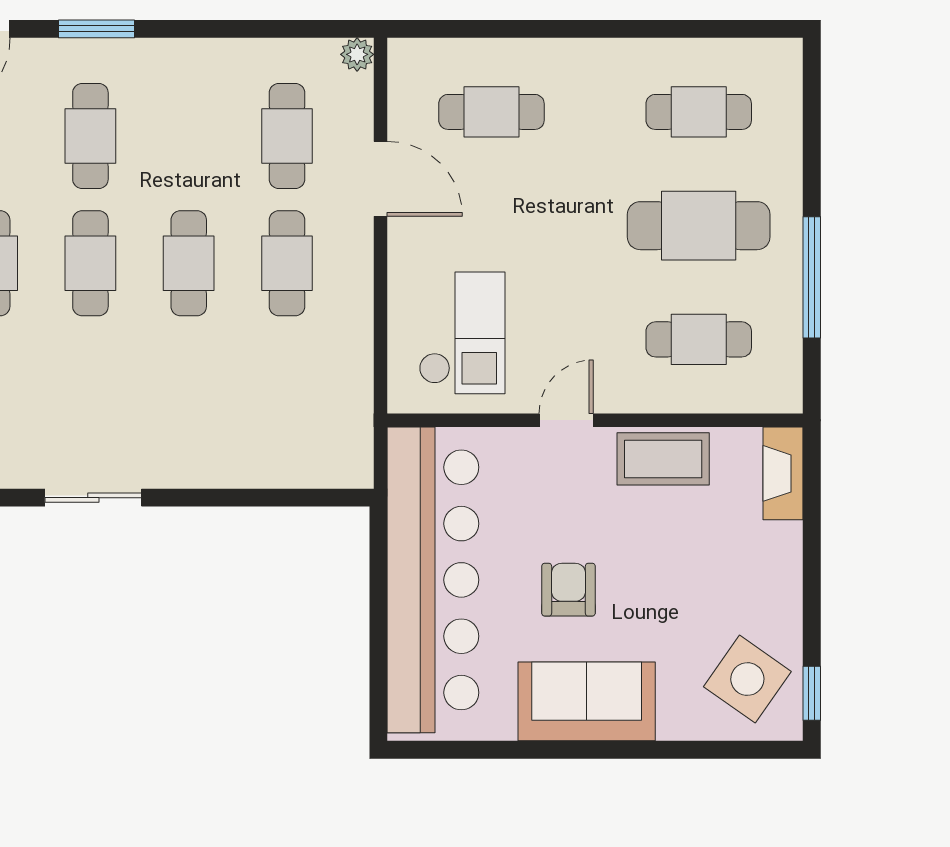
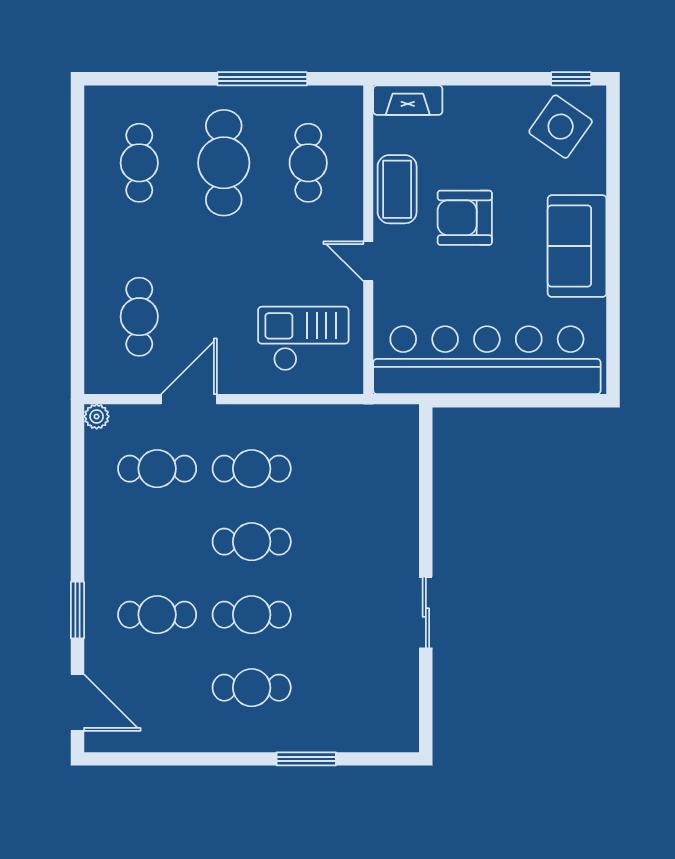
armchair: (568, 590) -> (465, 218), moved, width x1.38, depth x1.38

